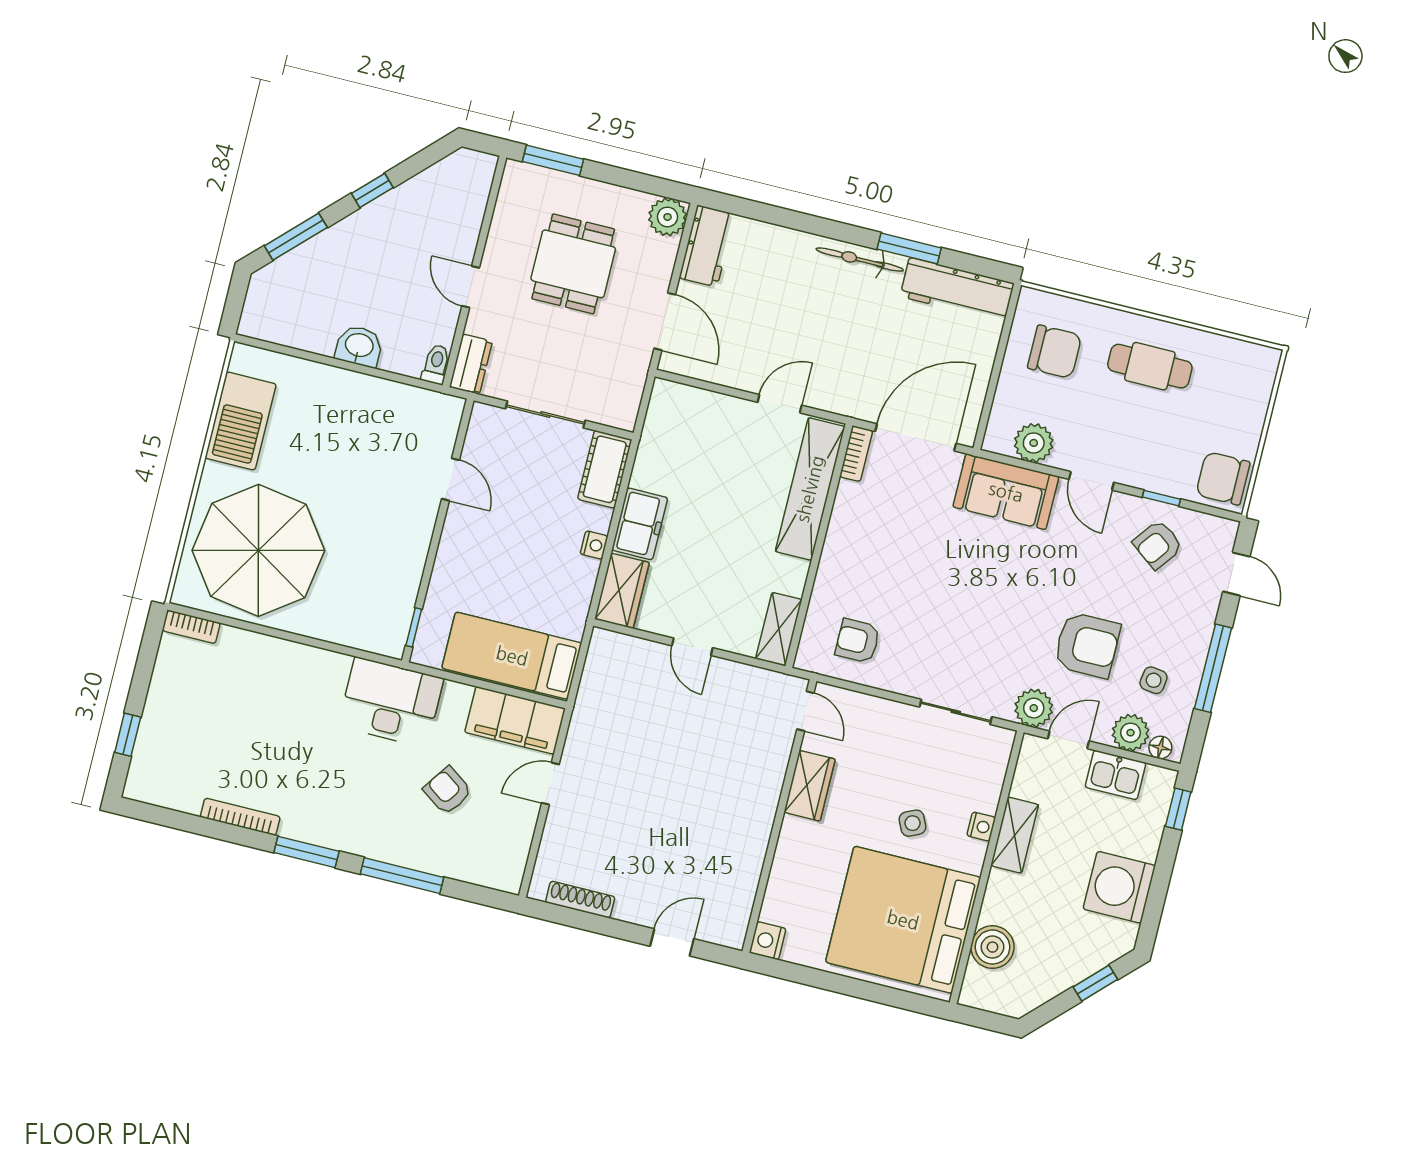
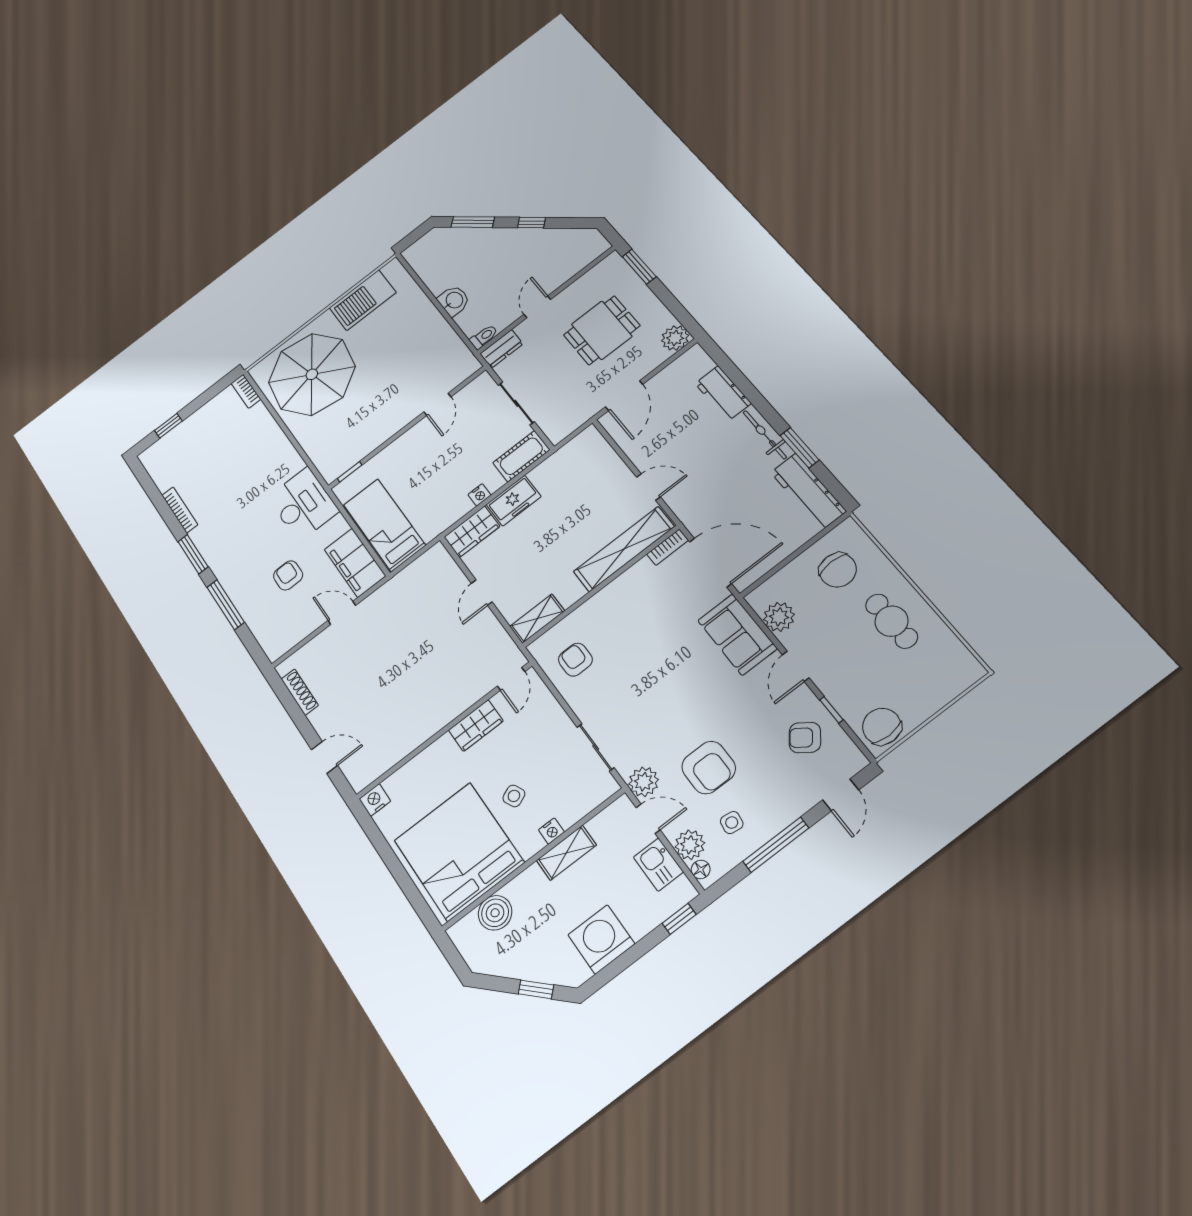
workbench: (707, 246) -> (723, 393), moved, turned 90
armchair: (448, 791) -> (288, 575), turned -35

